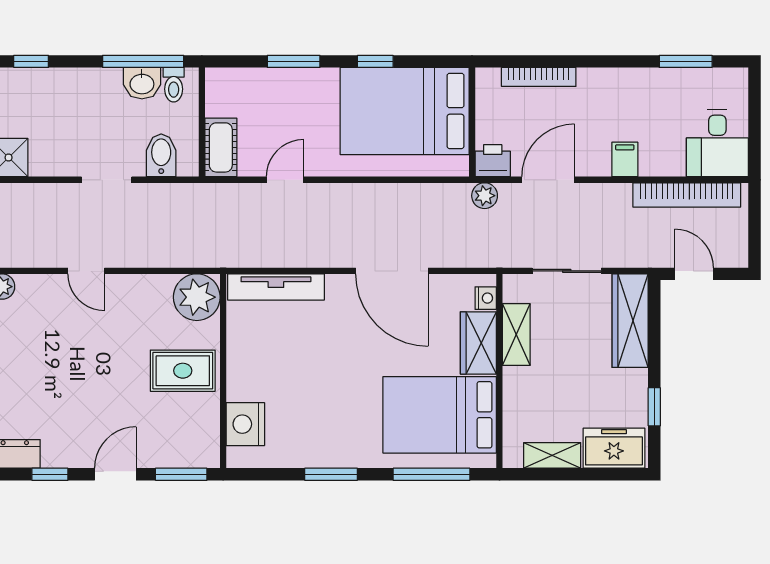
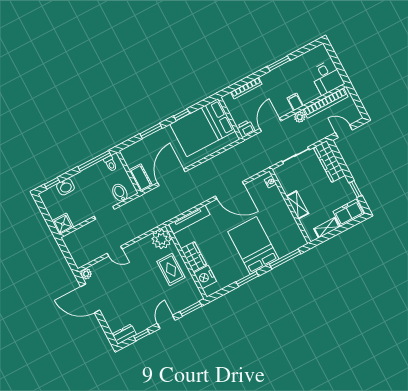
window: (686, 61) -> (279, 63), moved
washbasin: (142, 83) -> (65, 187), moved
door: (285, 180) -> (171, 177), width x1.87
plant: (485, 196) -> (300, 117), moved
shelving: (516, 335) -> (297, 205), moved
wardrobe: (478, 343) -> (194, 257), moved, turned 180
rug: (183, 371) -> (171, 269), turned 90
bed: (440, 415) -> (253, 245), moved, turned 90

